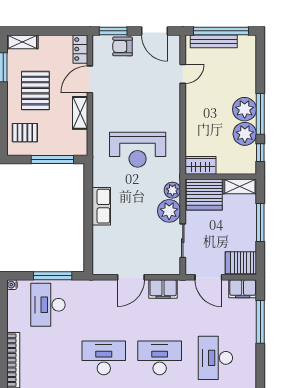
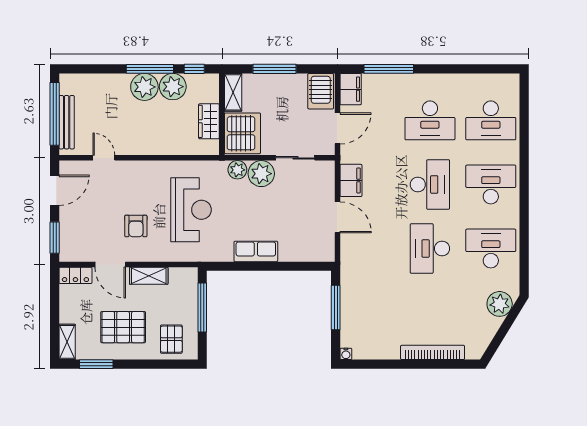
armchair: (123, 46) -> (136, 226), moved
wardrobe: (200, 165) -> (209, 121), moved
desk: (48, 305) -> (369, 313), removed
desk: (160, 358) -> (430, 184), turned 180

